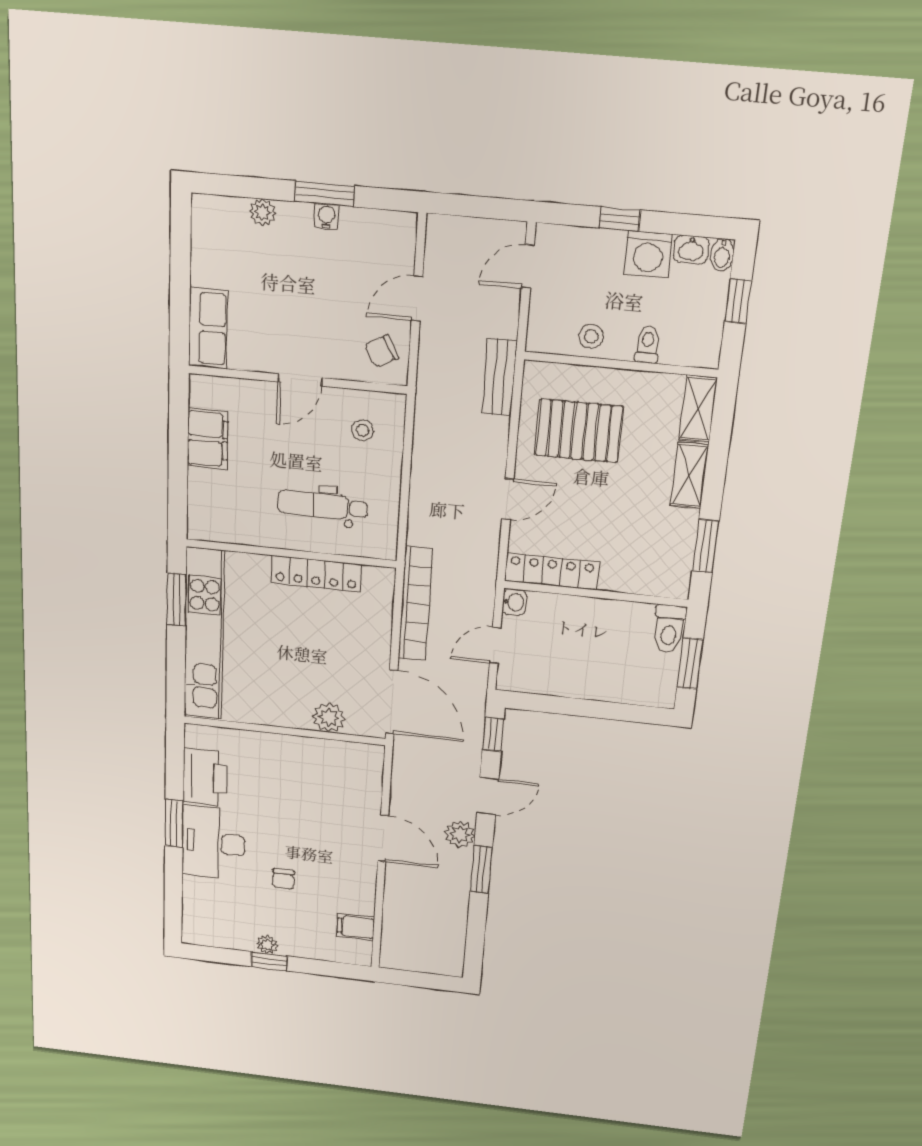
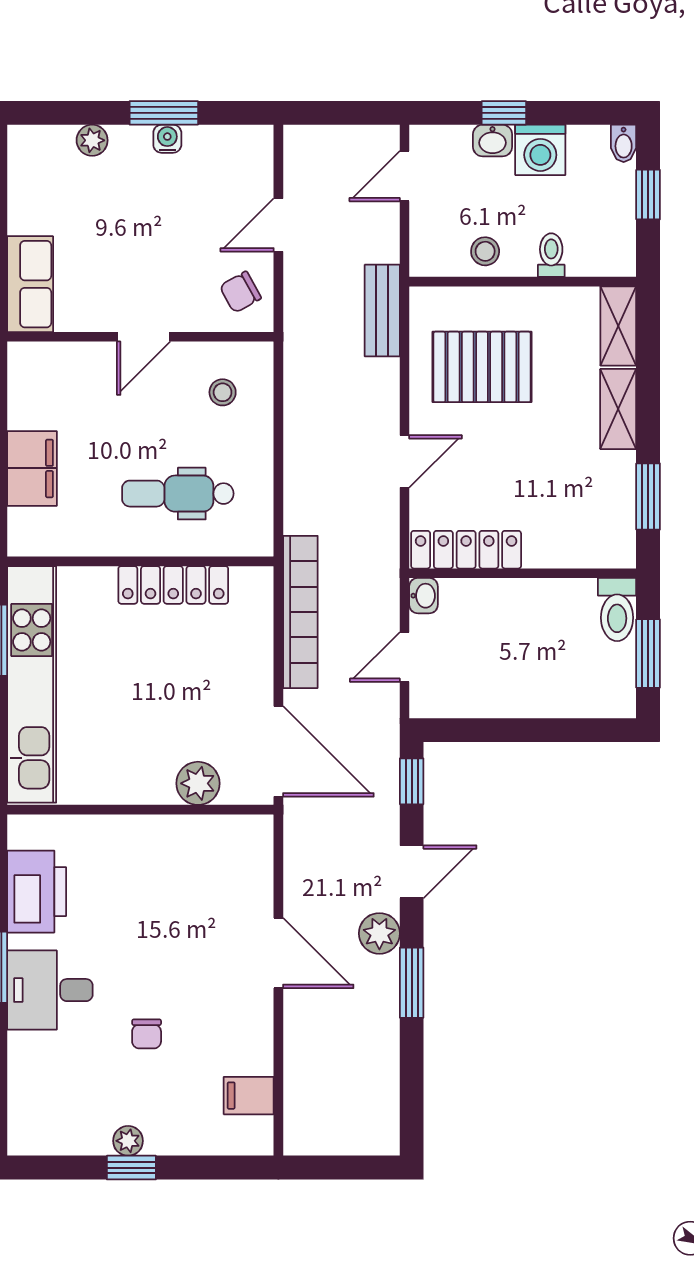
washbasin: (691, 250) -> (493, 141), moved
filing cabinet: (208, 439) -> (32, 468), moved
desk: (214, 843) -> (50, 990), width x0.73

